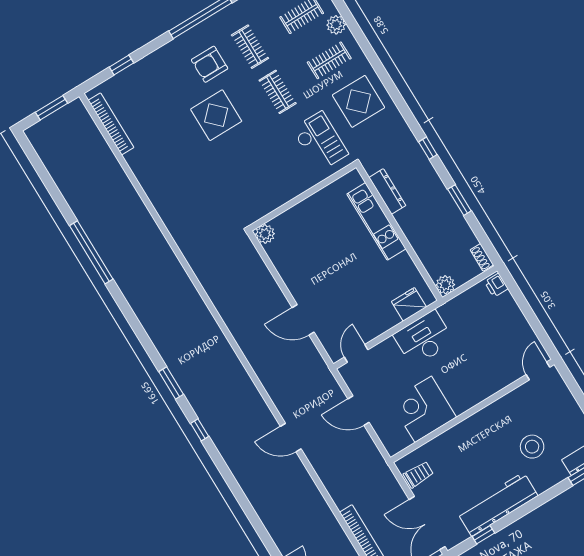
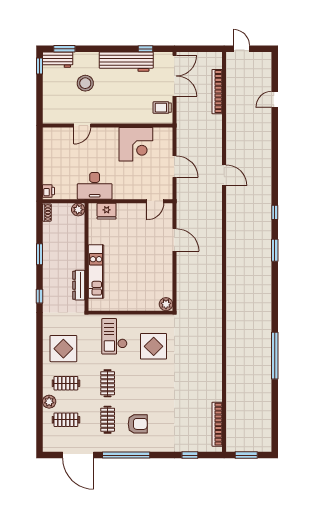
display table: (216, 115) -> (154, 346), moved
checkout: (320, 142) -> (114, 336), moved
desk: (424, 338) -> (95, 186), moved
door: (538, 371) -> (82, 126), moved

